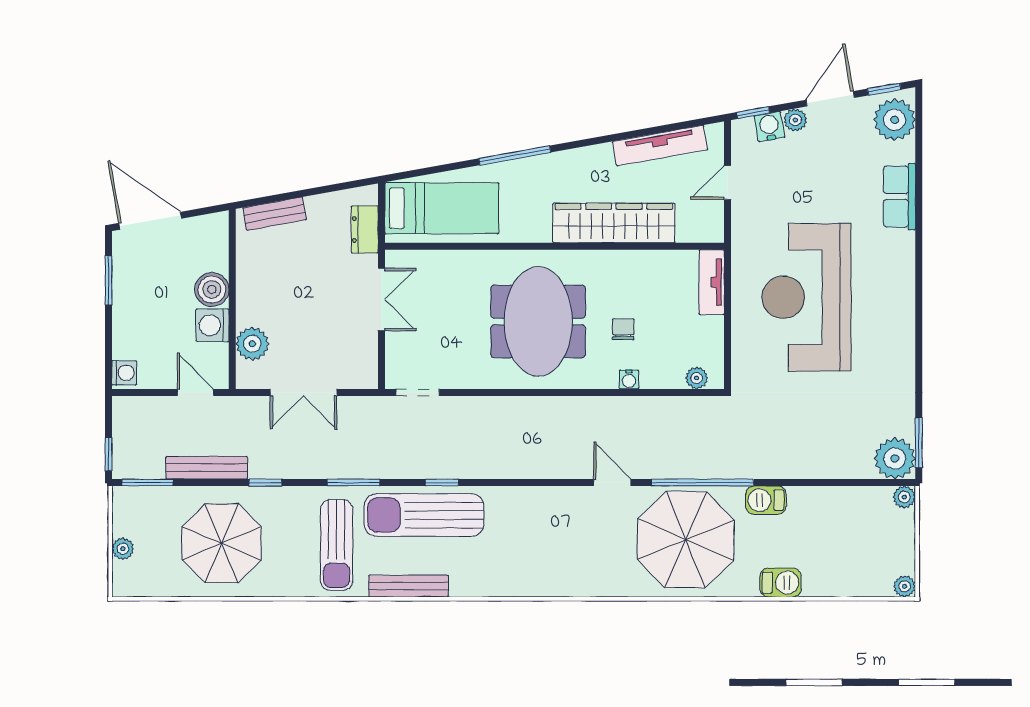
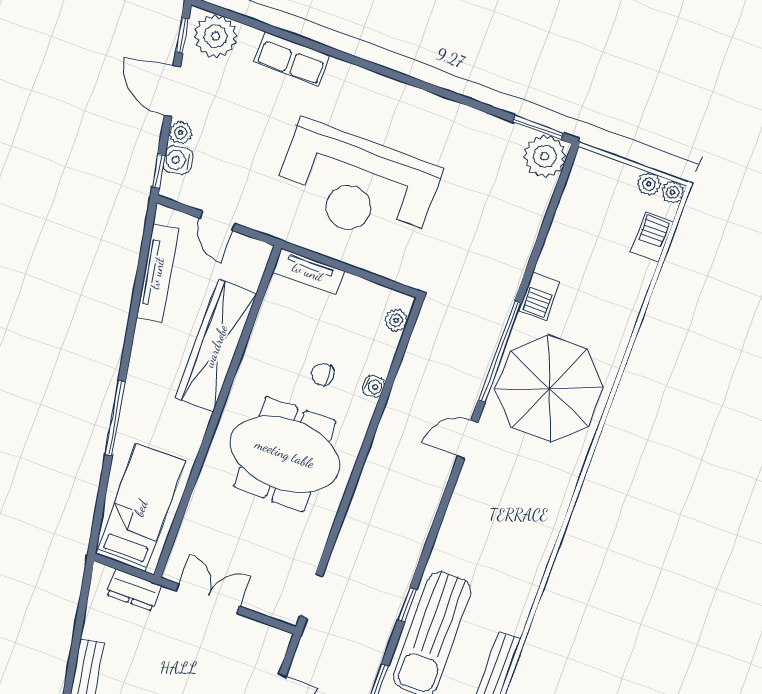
plant: (904, 497) -> (649, 184), moved
barbecue: (780, 583) -> (652, 237), moved

